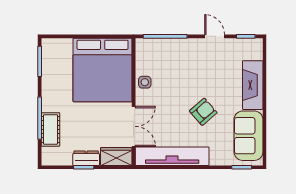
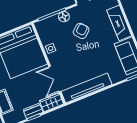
floor lamp: (180, 46) -> (64, 17), added
armchair: (203, 112) -> (81, 31), moved
double door: (134, 126) -> (55, 79), swing flipped

